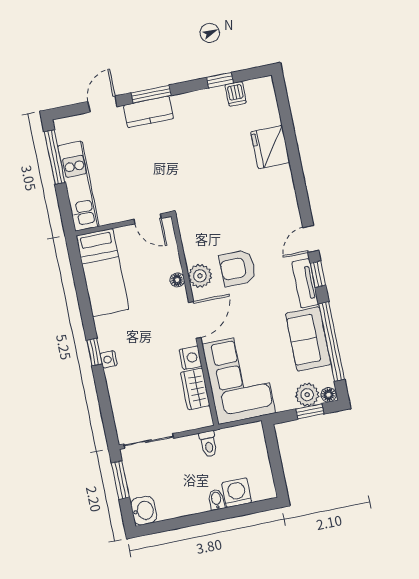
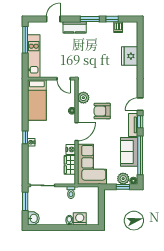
window: (151, 94) -> (90, 19), moved
plant: (200, 276) -> (83, 98), moved

